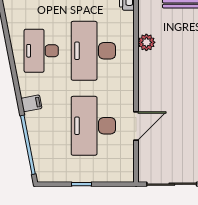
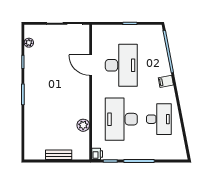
desk: (93, 51) -> (121, 119), turned 180
door: (136, 126) -> (91, 65), hinge flipped

